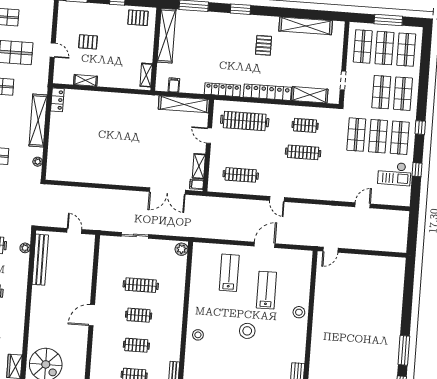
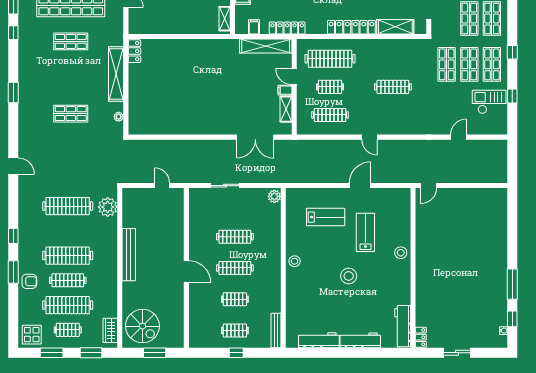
shelving: (85, 80) -> (162, 29), removed
locker: (222, 90) -> (287, 28), moved
clothes rail: (305, 125) -> (330, 87), moved
checkout: (394, 174) -> (489, 102), turned 180
filing cabinet: (197, 184) -> (285, 90), moved
plant: (25, 248) -> (108, 207), width x1.88, depth x1.88
bench: (40, 260) -> (129, 255), moved
lab bench: (229, 273) -> (326, 217), turned 90
door: (92, 315) -> (186, 272), swing flipped
clothes rail: (139, 315) -> (235, 268), width x1.36
stool: (198, 335) -> (295, 261), moved

